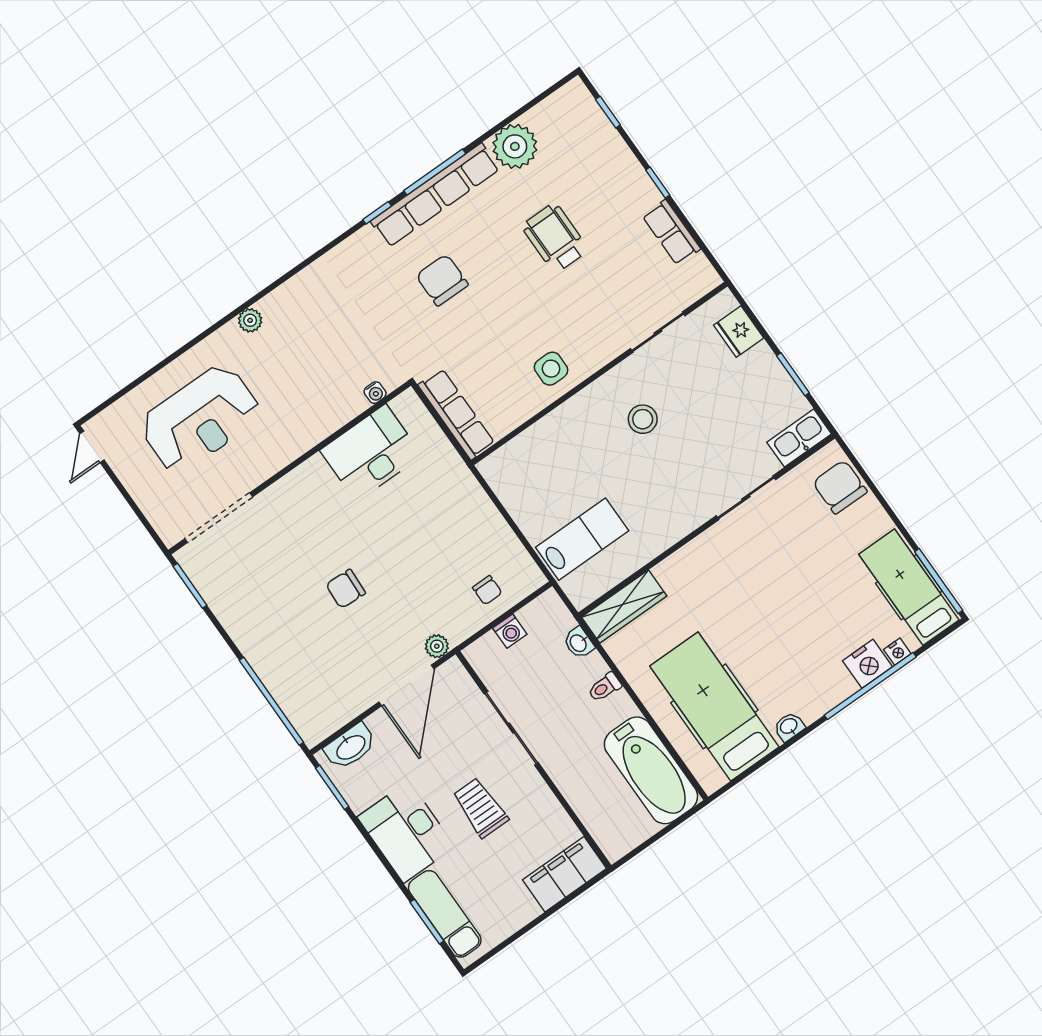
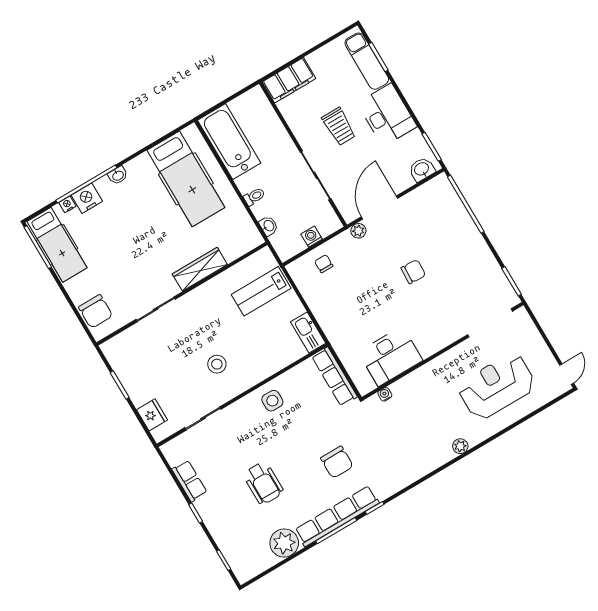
kitchen sink: (799, 438) -> (308, 332), moved, turned 90
wardrobe: (624, 607) -> (200, 269), moved
washbasin: (789, 726) -> (118, 175), moved
washbasin: (350, 747) -> (422, 169), width x0.72

